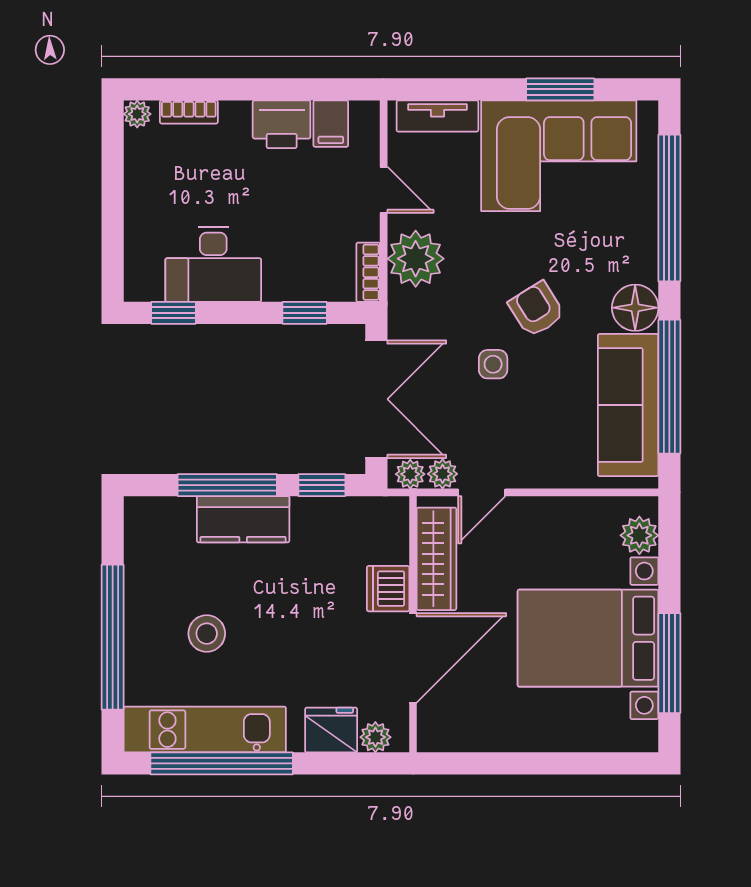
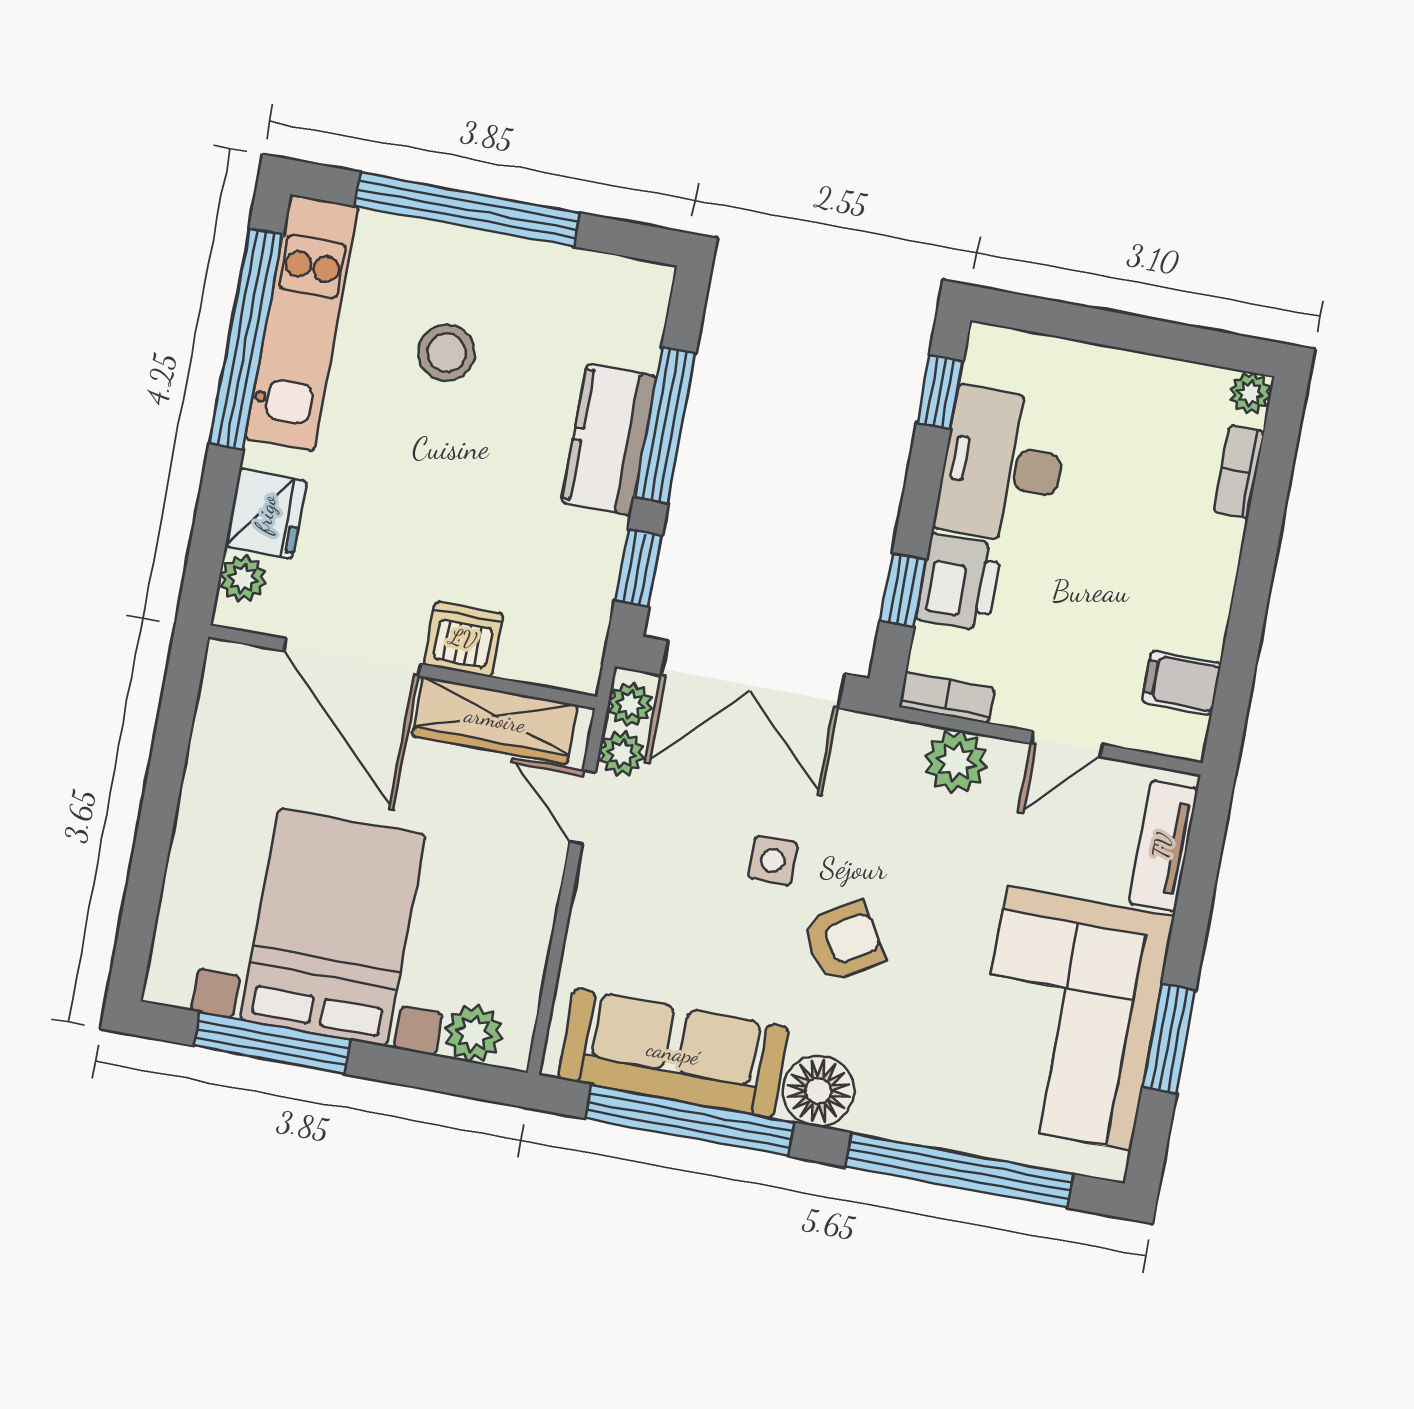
printer: (282, 124) -> (959, 582), moved, turned 180
plant: (416, 259) -> (956, 762), width x0.73, depth x0.73

